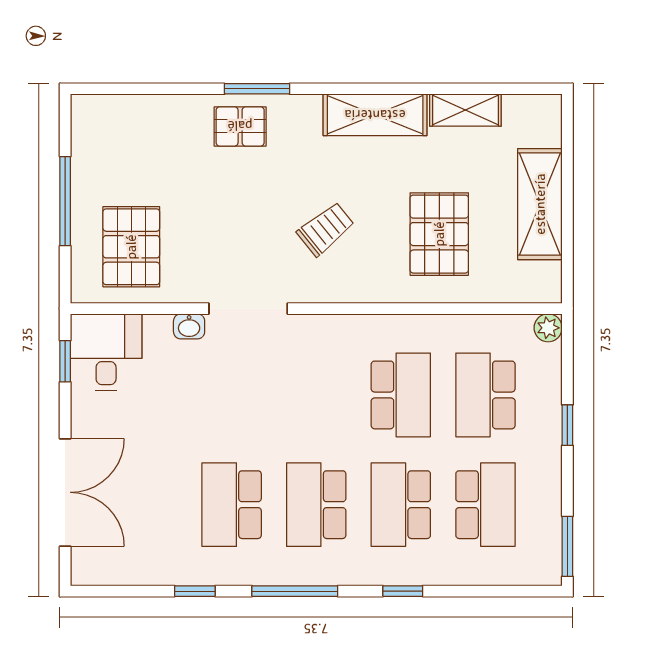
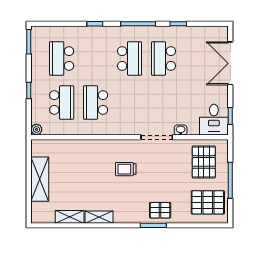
shelving: (375, 115) -> (99, 217), width x0.67, depth x0.75
trolley: (326, 229) -> (126, 169), turned 39
pallet: (439, 234) -> (208, 202), moved, turned 90
school desk: (232, 505) -> (163, 58), turned 180
school desk: (401, 505) -> (96, 58), removed

